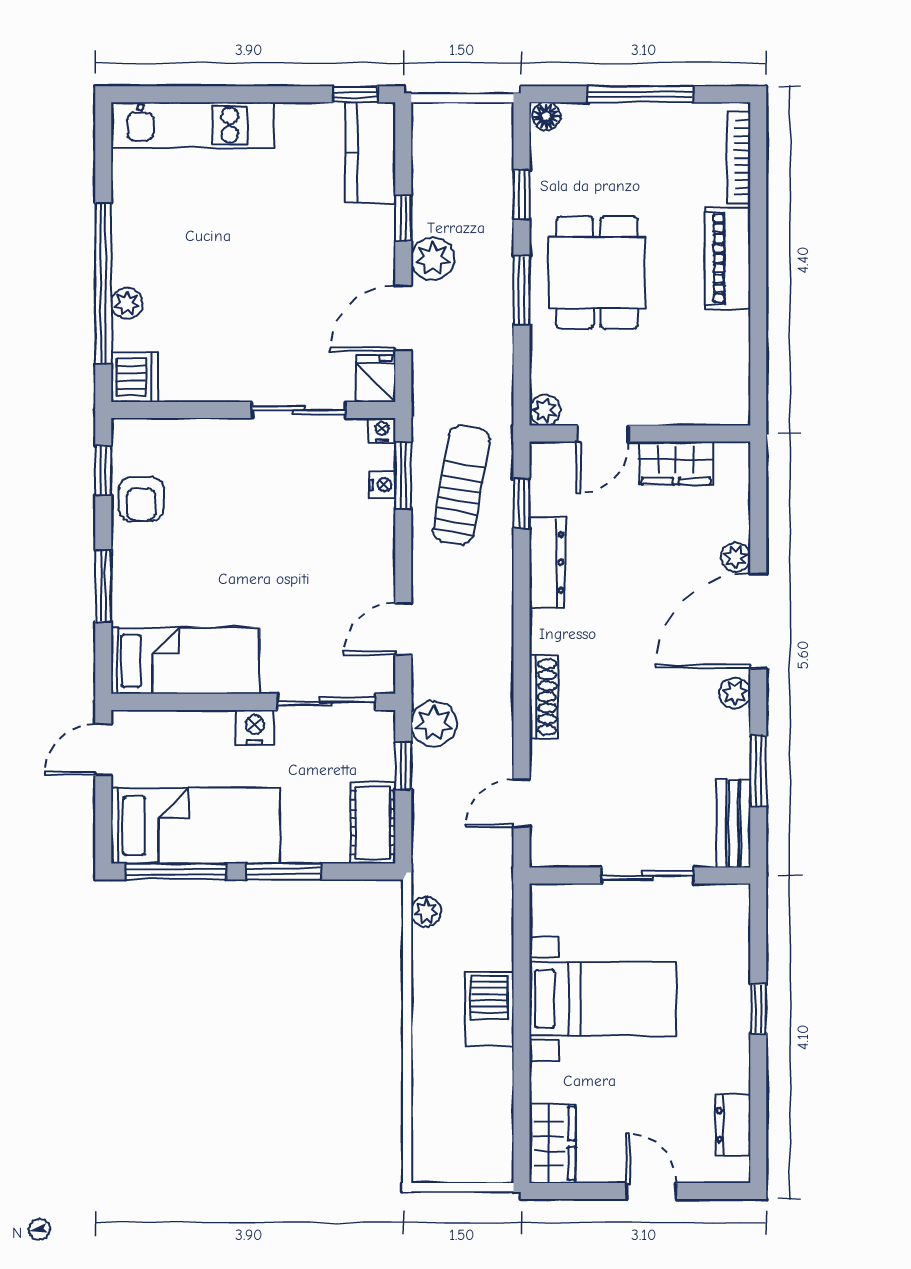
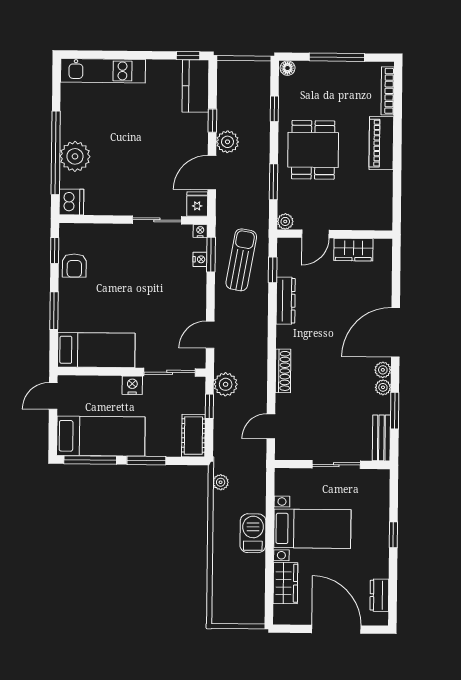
window: (522, 290) -> (274, 182), moved
plant: (127, 303) -> (75, 156), width x1.88, depth x1.88
plant: (736, 557) -> (383, 387), moved
wardrobe: (552, 1143) -> (285, 583), moved
door: (651, 1191) -> (336, 629), width x1.88

